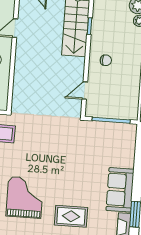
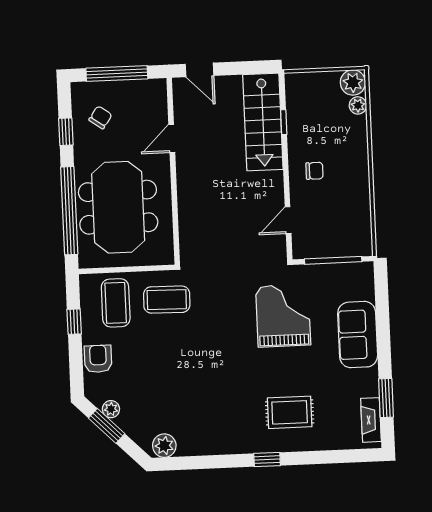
sofa: (120, 190) -> (358, 335), moved
grand piano: (25, 197) -> (283, 316), moved

